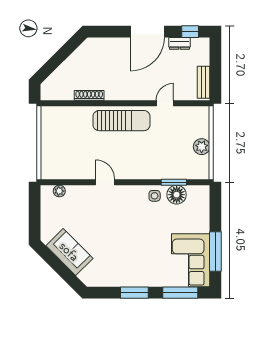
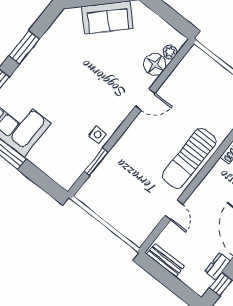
plant: (202, 147) -> (108, 212), removed
floor lamp: (177, 195) -> (155, 64), moved

